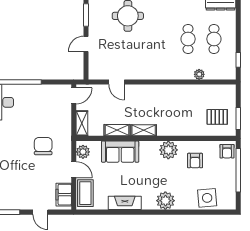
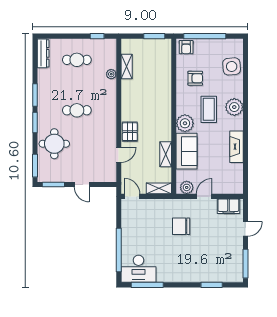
cafe table: (188, 39) -> (77, 110), moved
pallet: (217, 117) -> (130, 132), moved
shelving: (144, 130) -> (127, 66), moved
plant: (168, 150) -> (185, 123), moved
armchair: (227, 151) -> (186, 47), turned 90
coffee table: (85, 193) -> (209, 109), moved, turned 90

